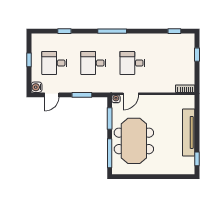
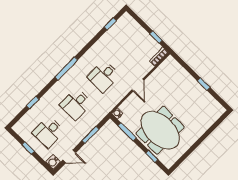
window: (197, 55) -> (156, 37), moved
door: (131, 94) -> (138, 85), moved
door: (52, 95) -> (69, 156), hinge flipped
tv unit: (189, 132) -> (193, 85), removed
window: (110, 153) -> (152, 156), width x0.46
window: (197, 159) -> (204, 84), moved

